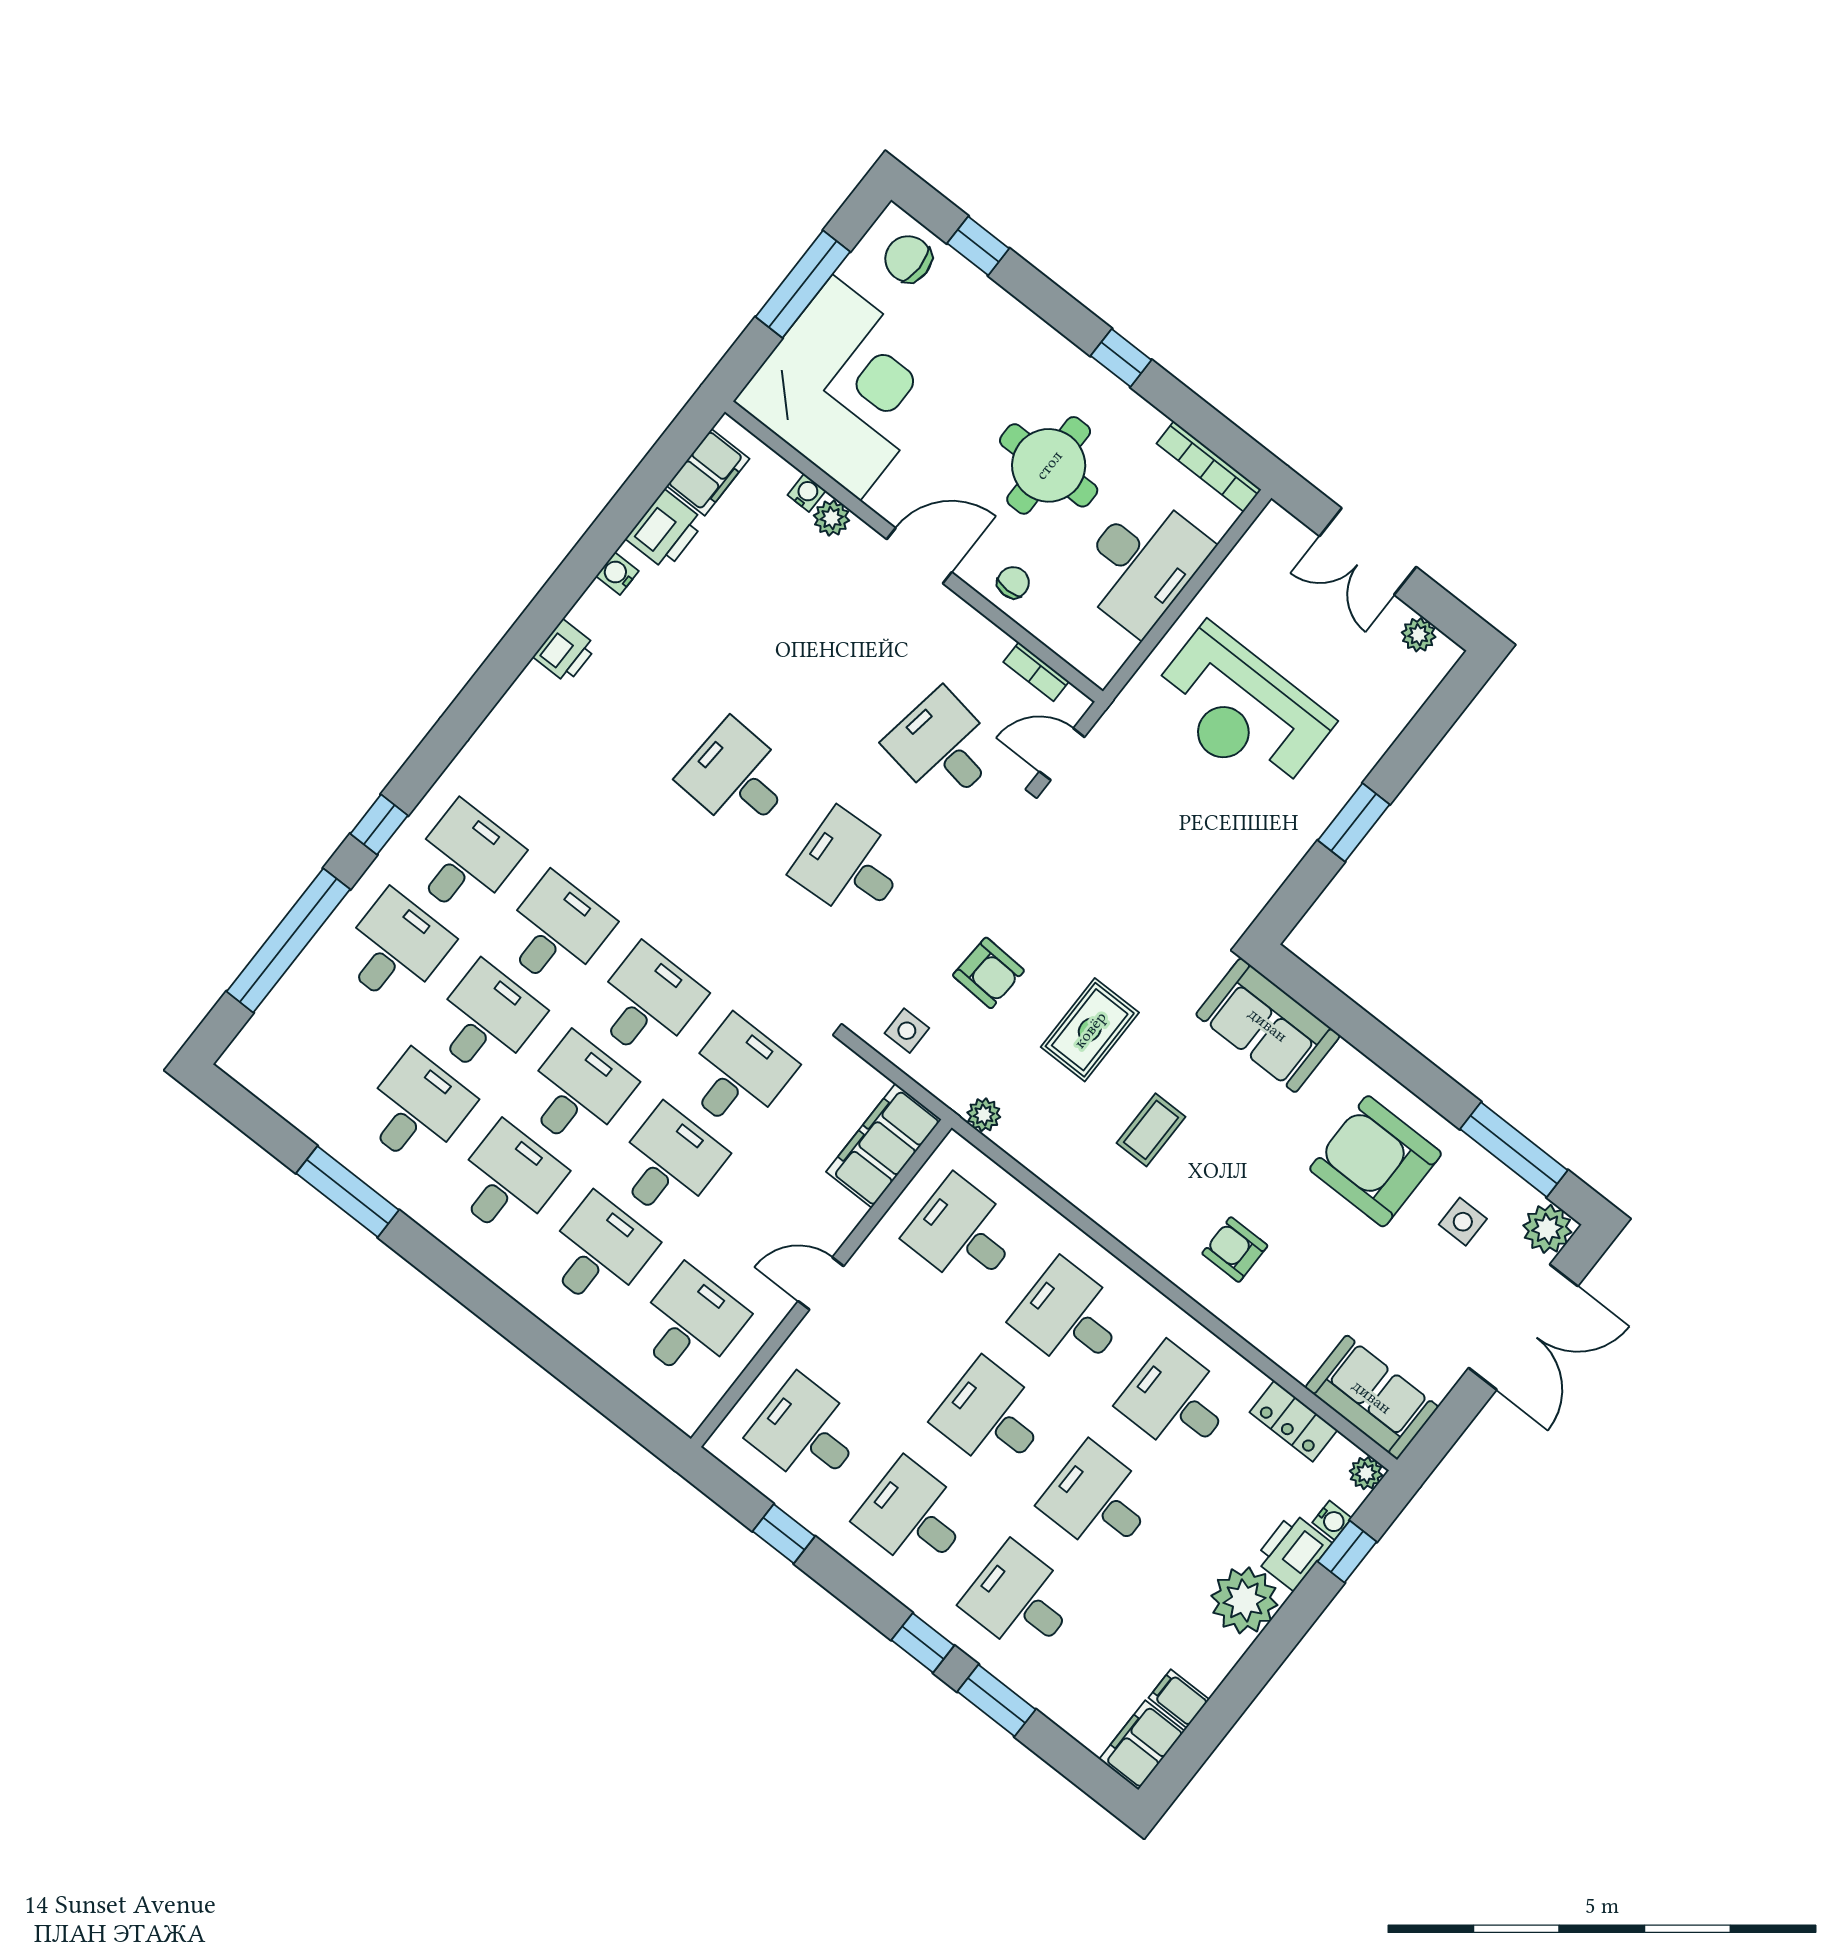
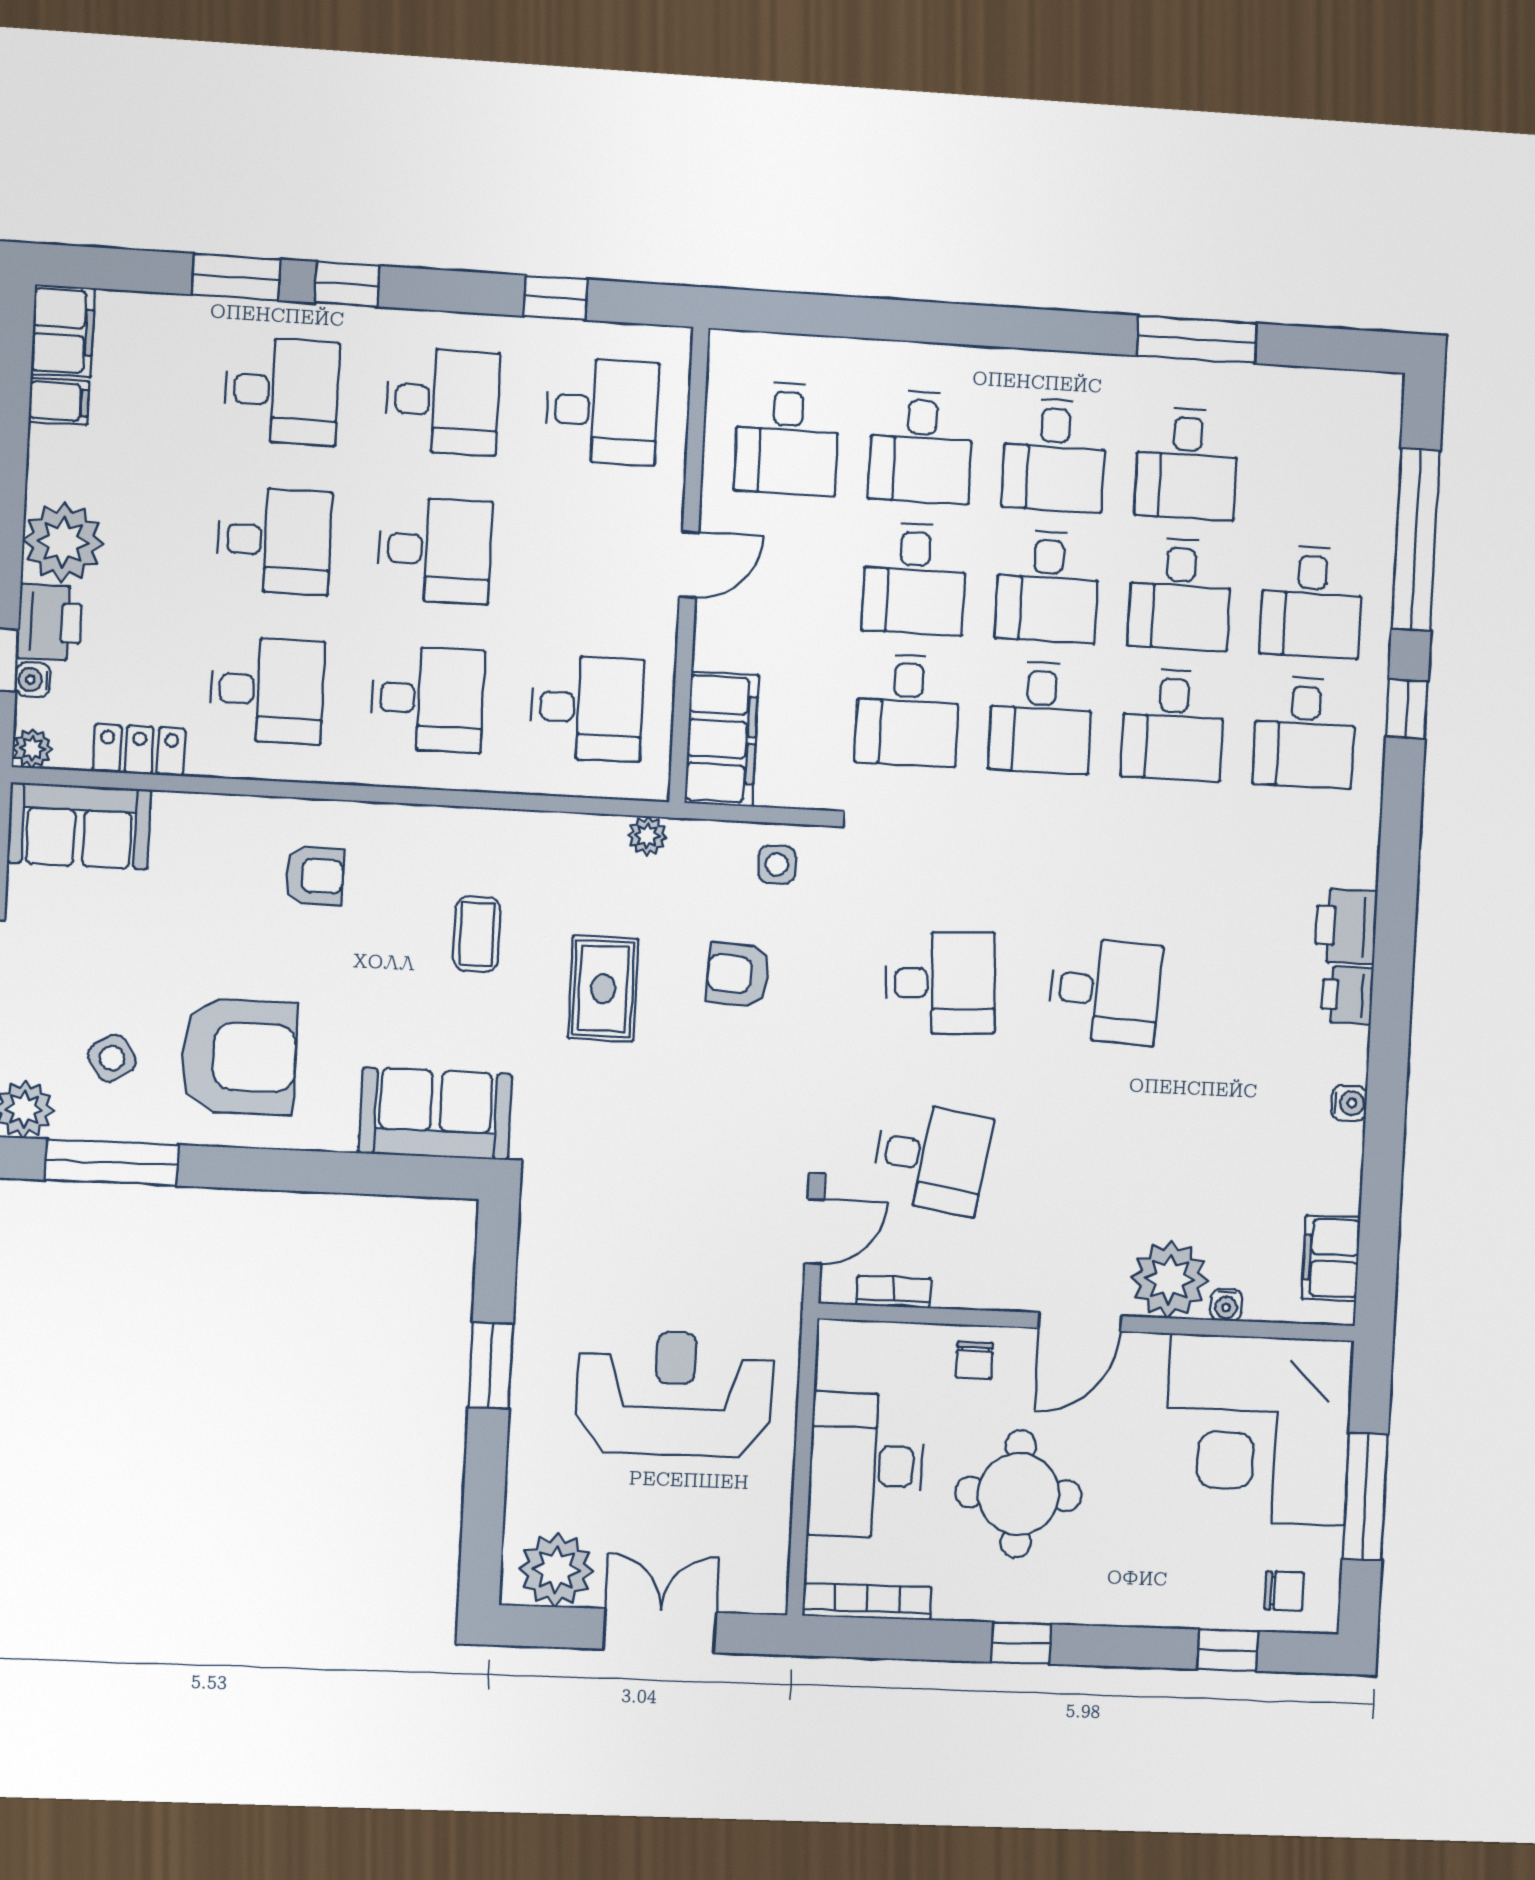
chair: (908, 259) -> (1284, 1591), width x0.73, depth x0.73
plant: (832, 518) -> (1170, 1279), width x1.87, depth x1.87
printer: (665, 530) -> (1346, 926), moved
plant: (1419, 635) -> (556, 1570), width x1.88, depth x1.88
side table: (1463, 1222) -> (112, 1058), turned -33

